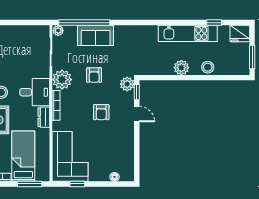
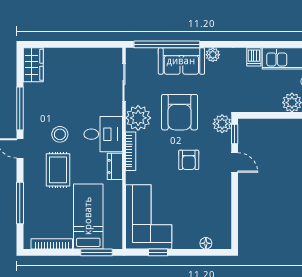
plant: (58, 31) -> (213, 55), moved
dishwasher: (152, 32) -> (254, 57), added
armchair: (94, 75) -> (180, 112), width x1.88, depth x1.88

